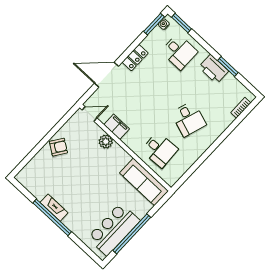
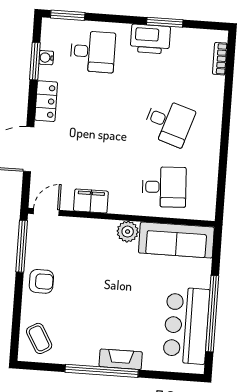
window: (154, 24) -> (35, 61), moved
water cooler: (164, 24) -> (46, 58), moved
window: (63, 121) -> (22, 246), added
plant: (106, 142) -> (128, 232), moved
armchair: (58, 147) -> (41, 281), turned 56
coffee table: (34, 175) -> (39, 338), added
fireplace: (54, 208) -> (121, 359), moved

